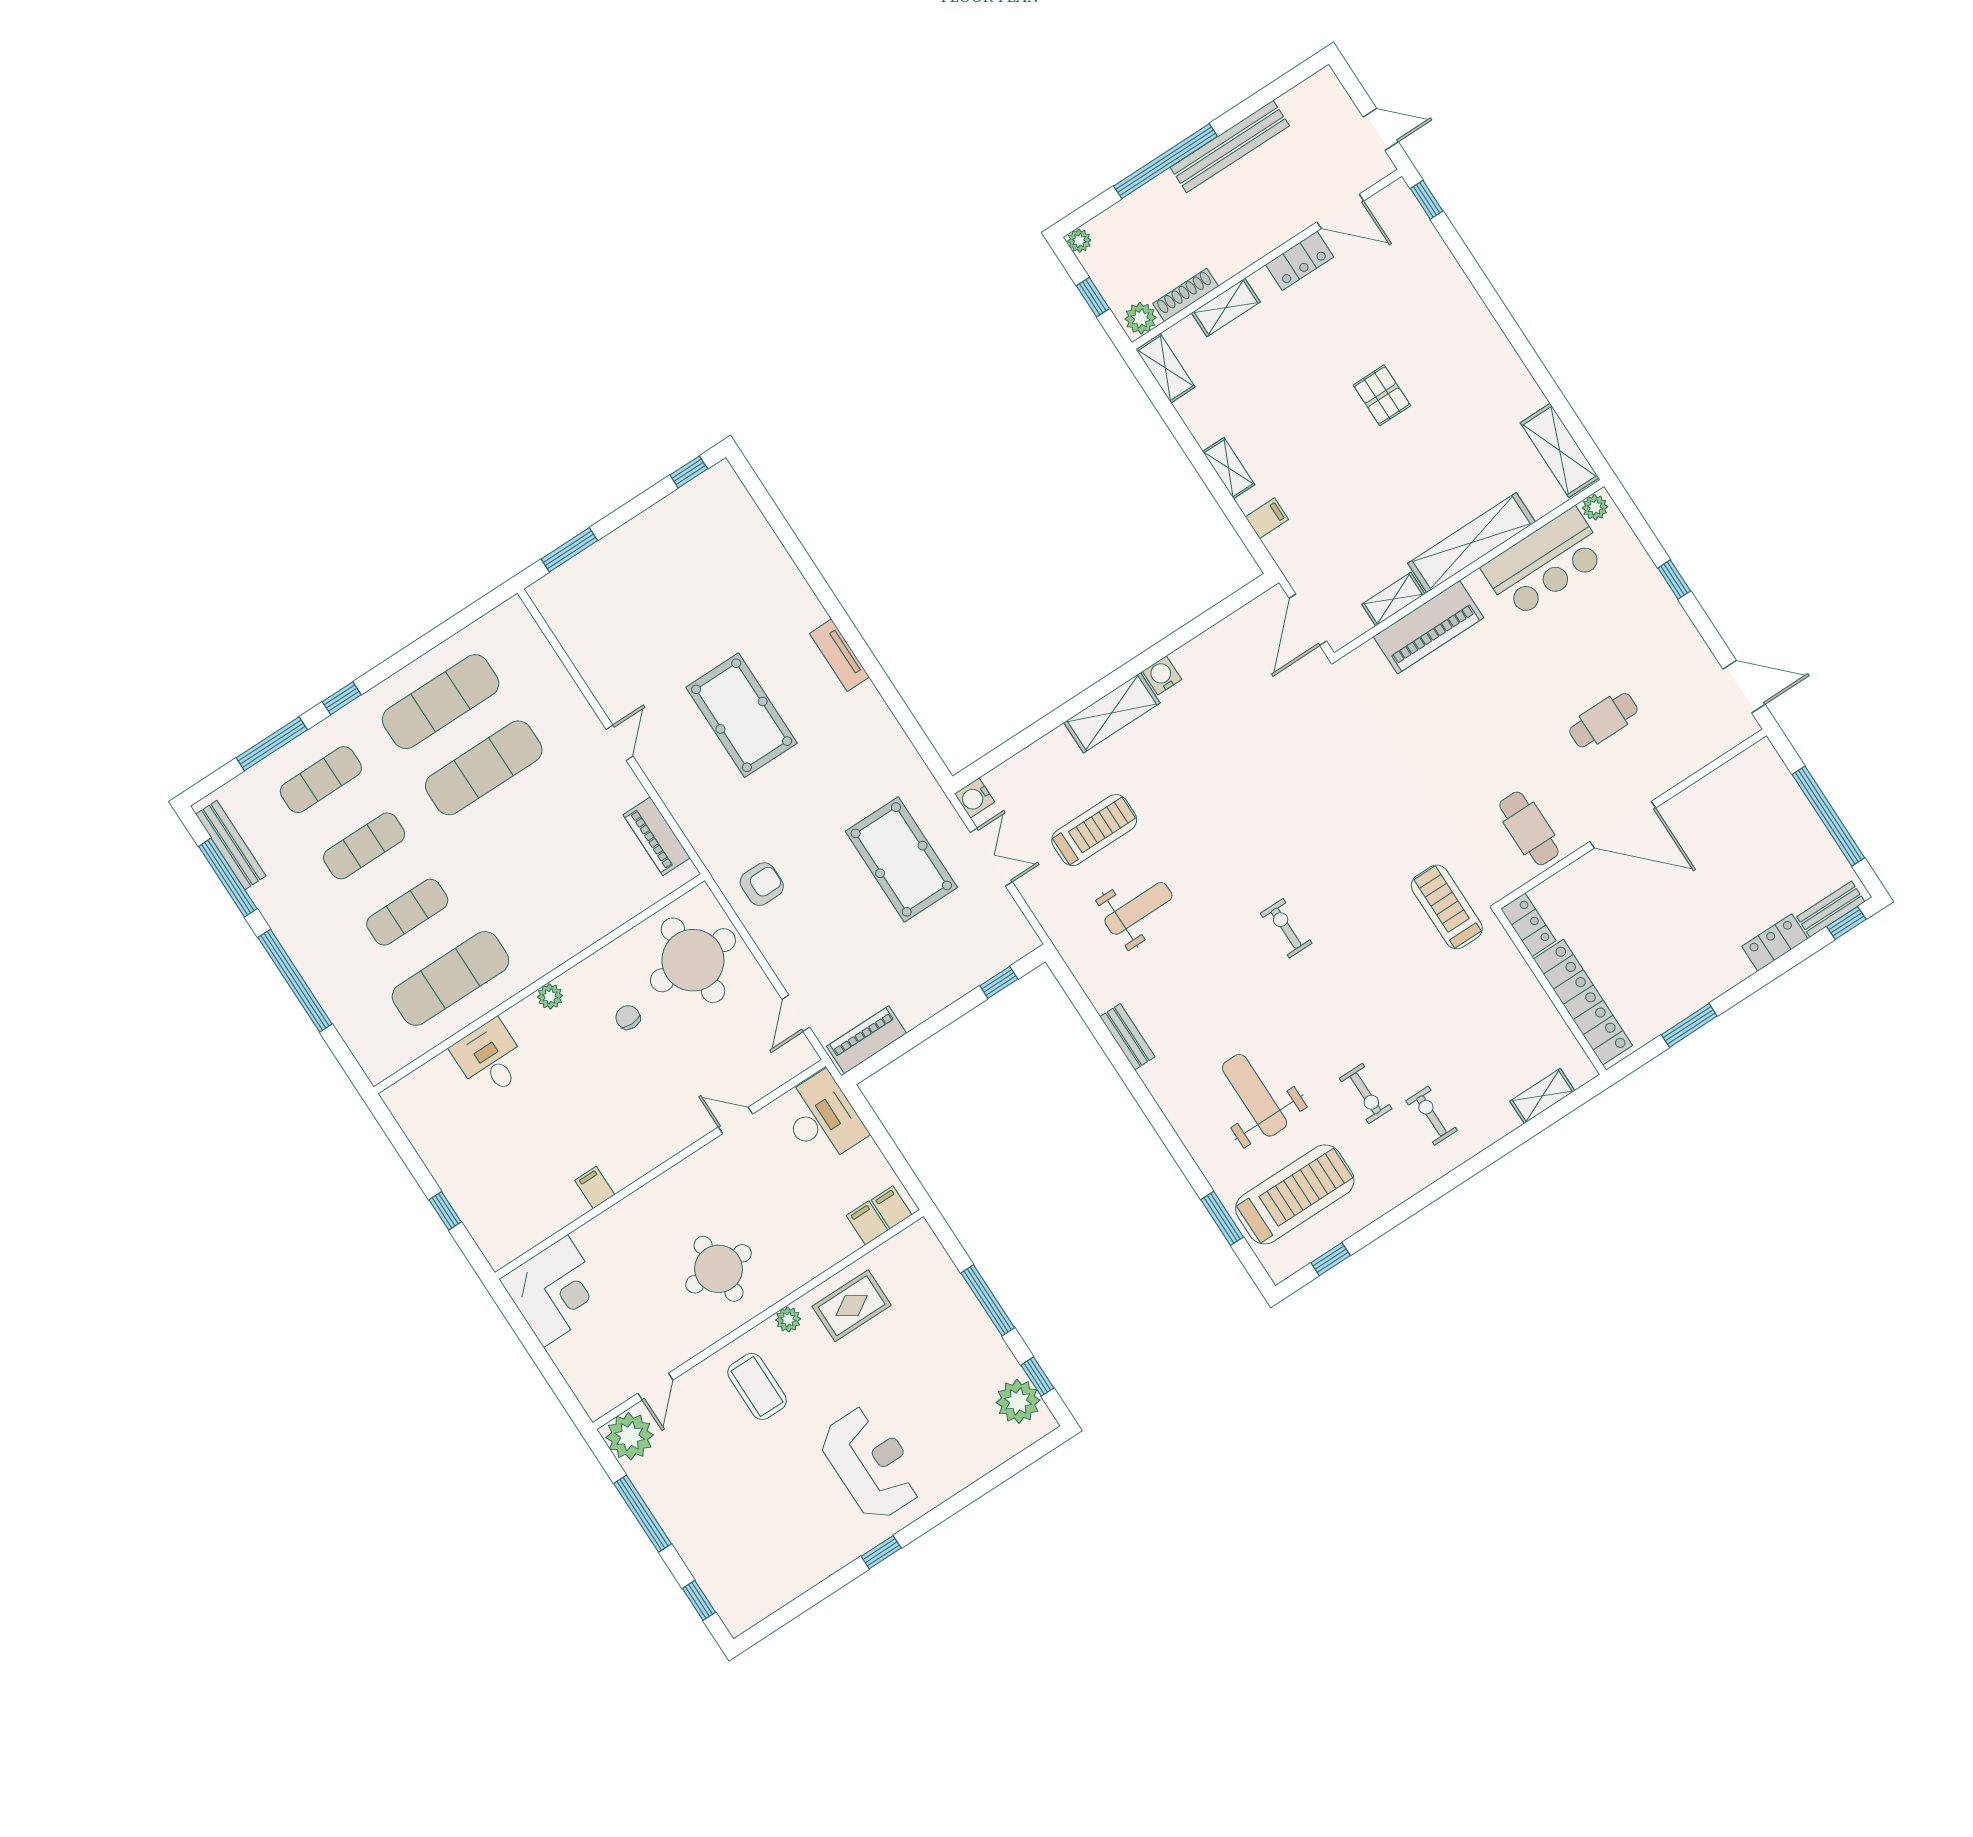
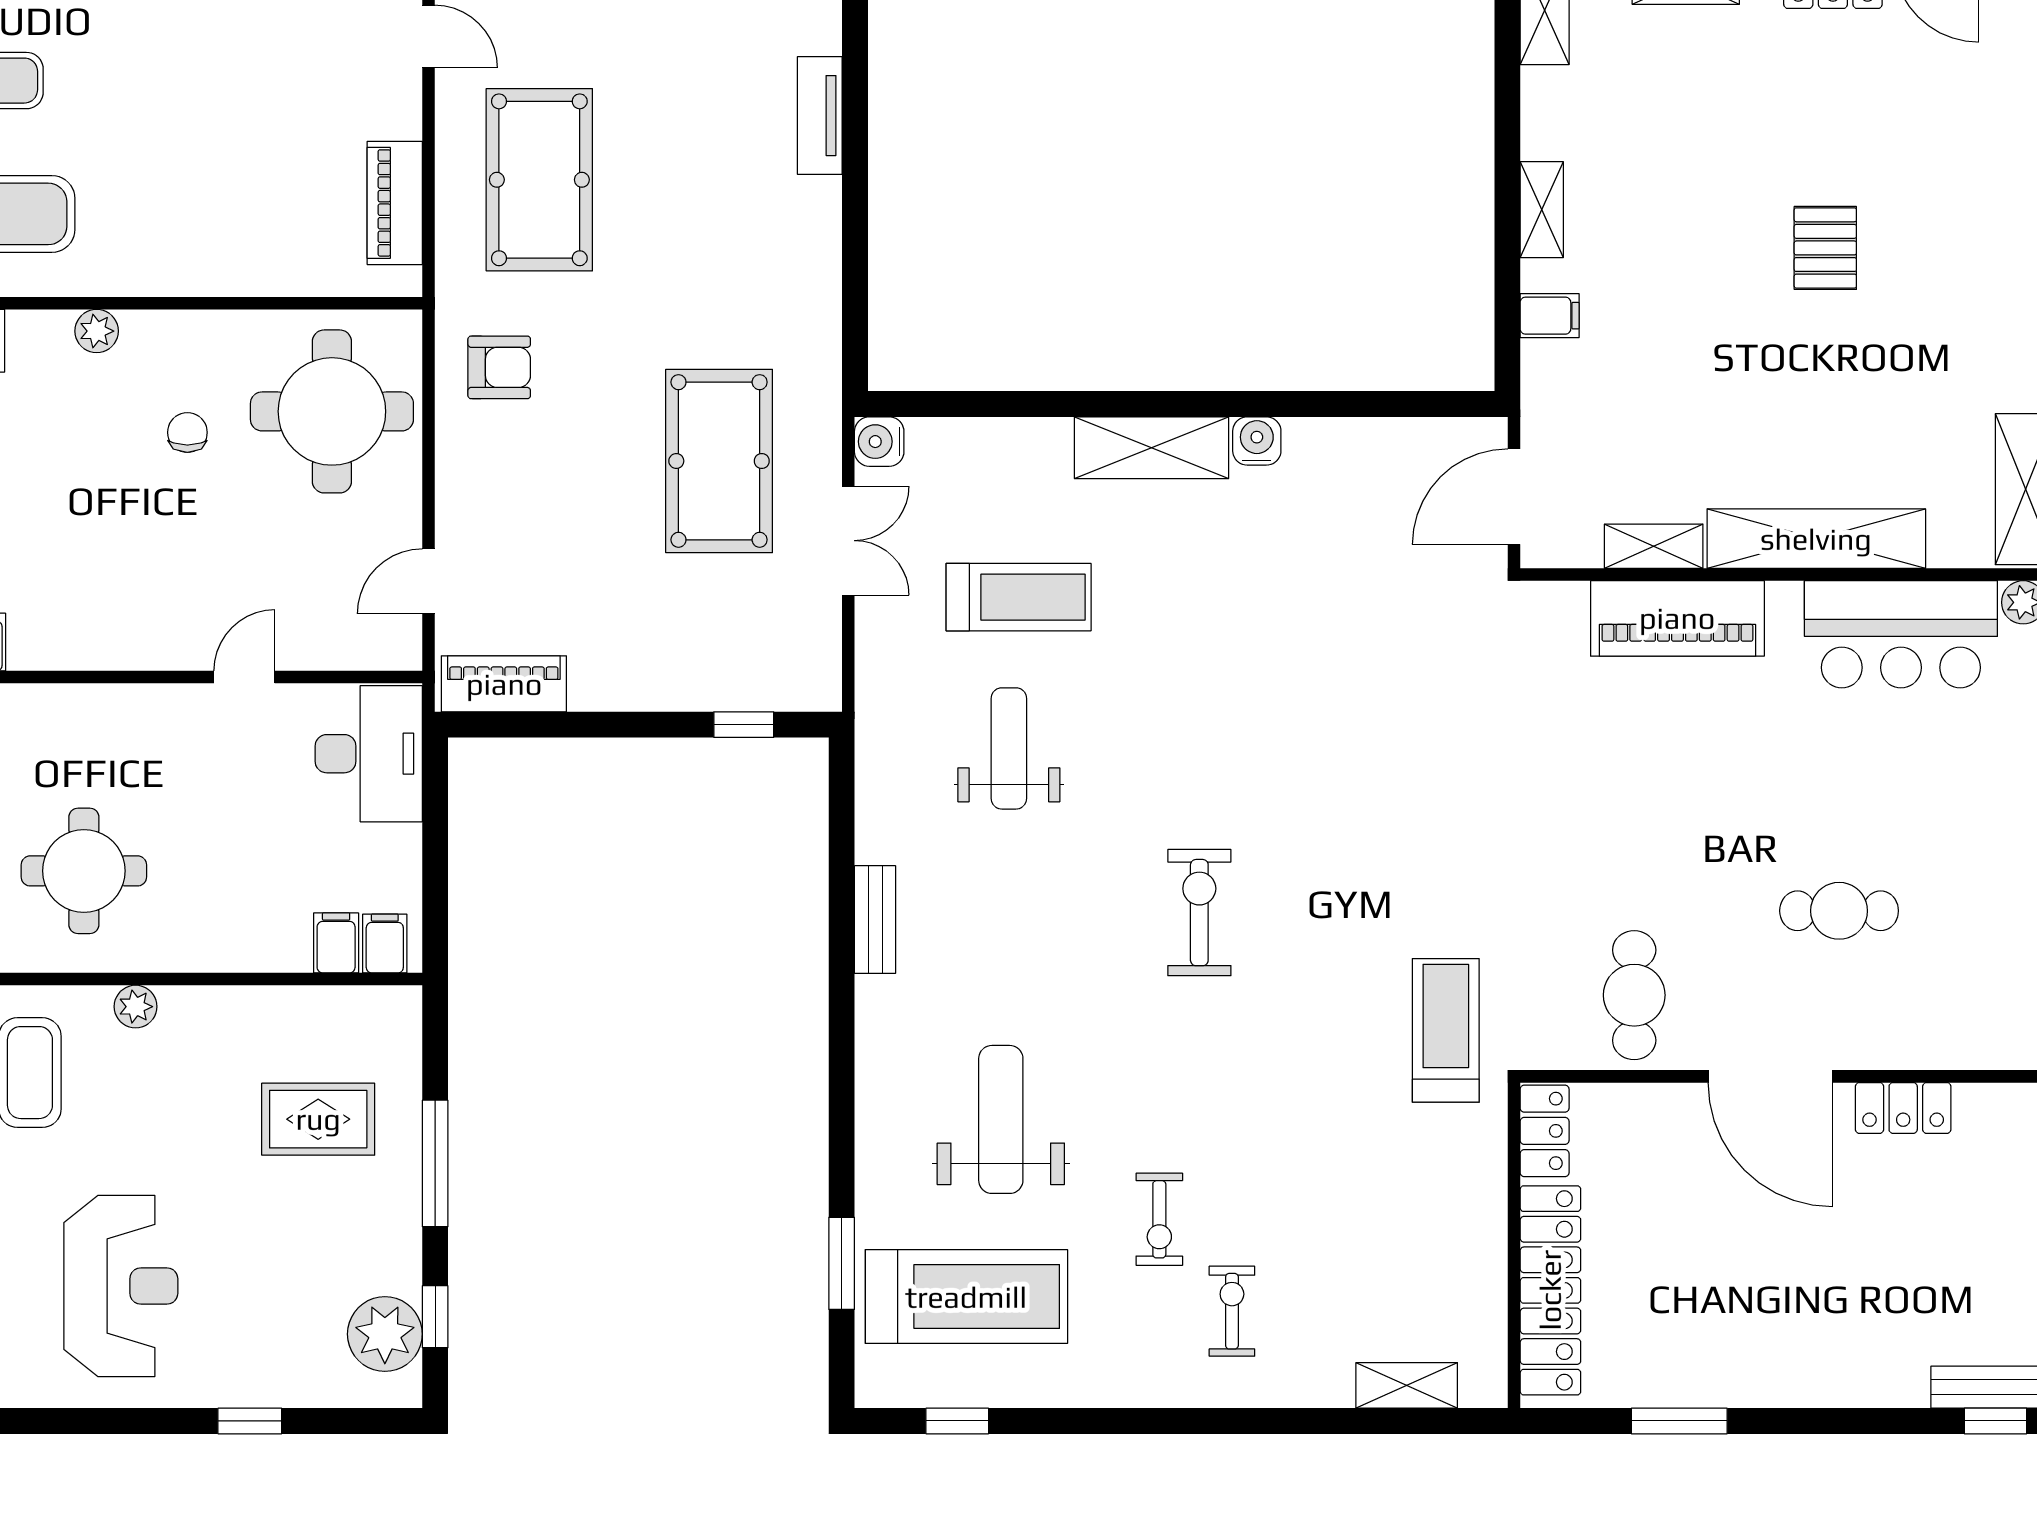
pool table: (742, 715) -> (539, 180), moved
door: (619, 743) -> (428, 37), hinge flipped
weight bench: (1138, 908) -> (1009, 748), turned -90
exercise bike: (1286, 928) -> (1199, 913), width x1.38, depth x1.39
locker: (1775, 943) -> (1903, 1108), moved, turned 180
door: (735, 1120) -> (244, 677), hinge flipped
rug: (852, 1306) -> (318, 1119), moved
window: (881, 1552) -> (250, 1421), moved

